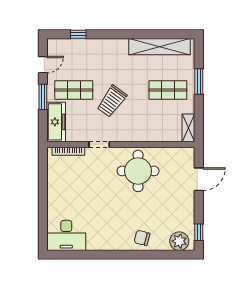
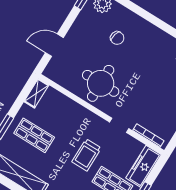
trolley: (112, 101) -> (86, 155), turned 144
chair: (142, 238) -> (117, 38), moved

